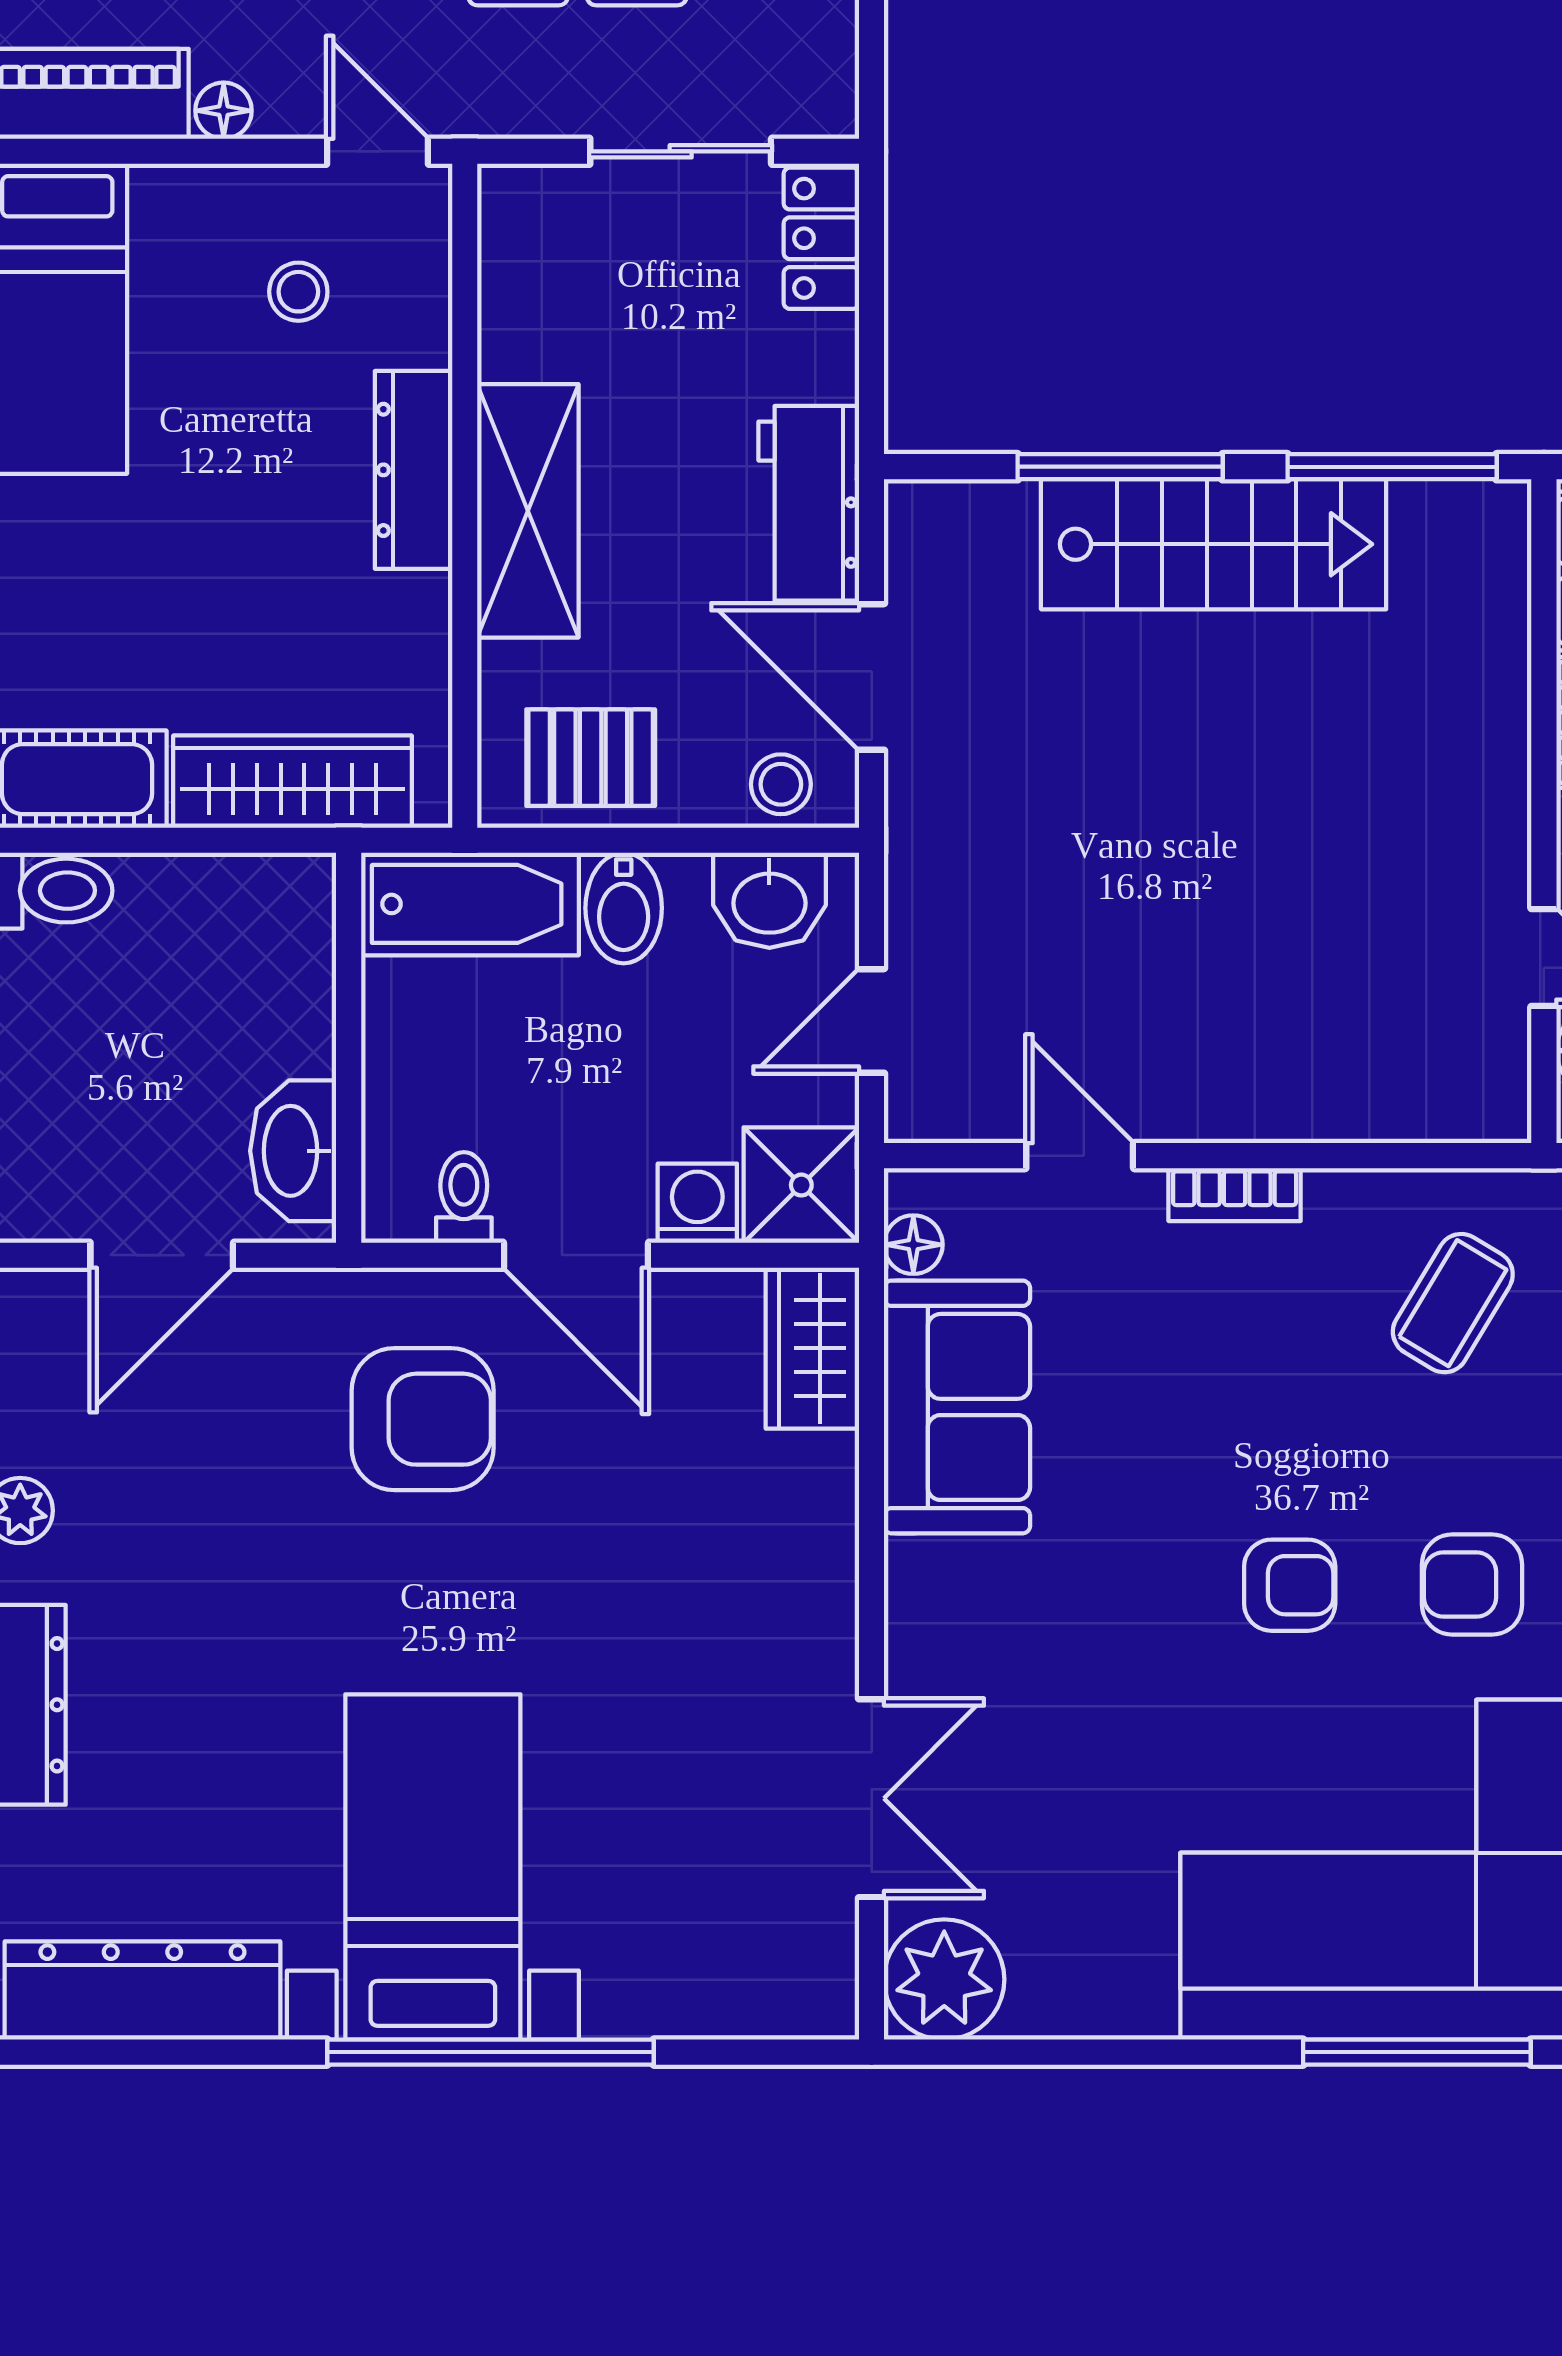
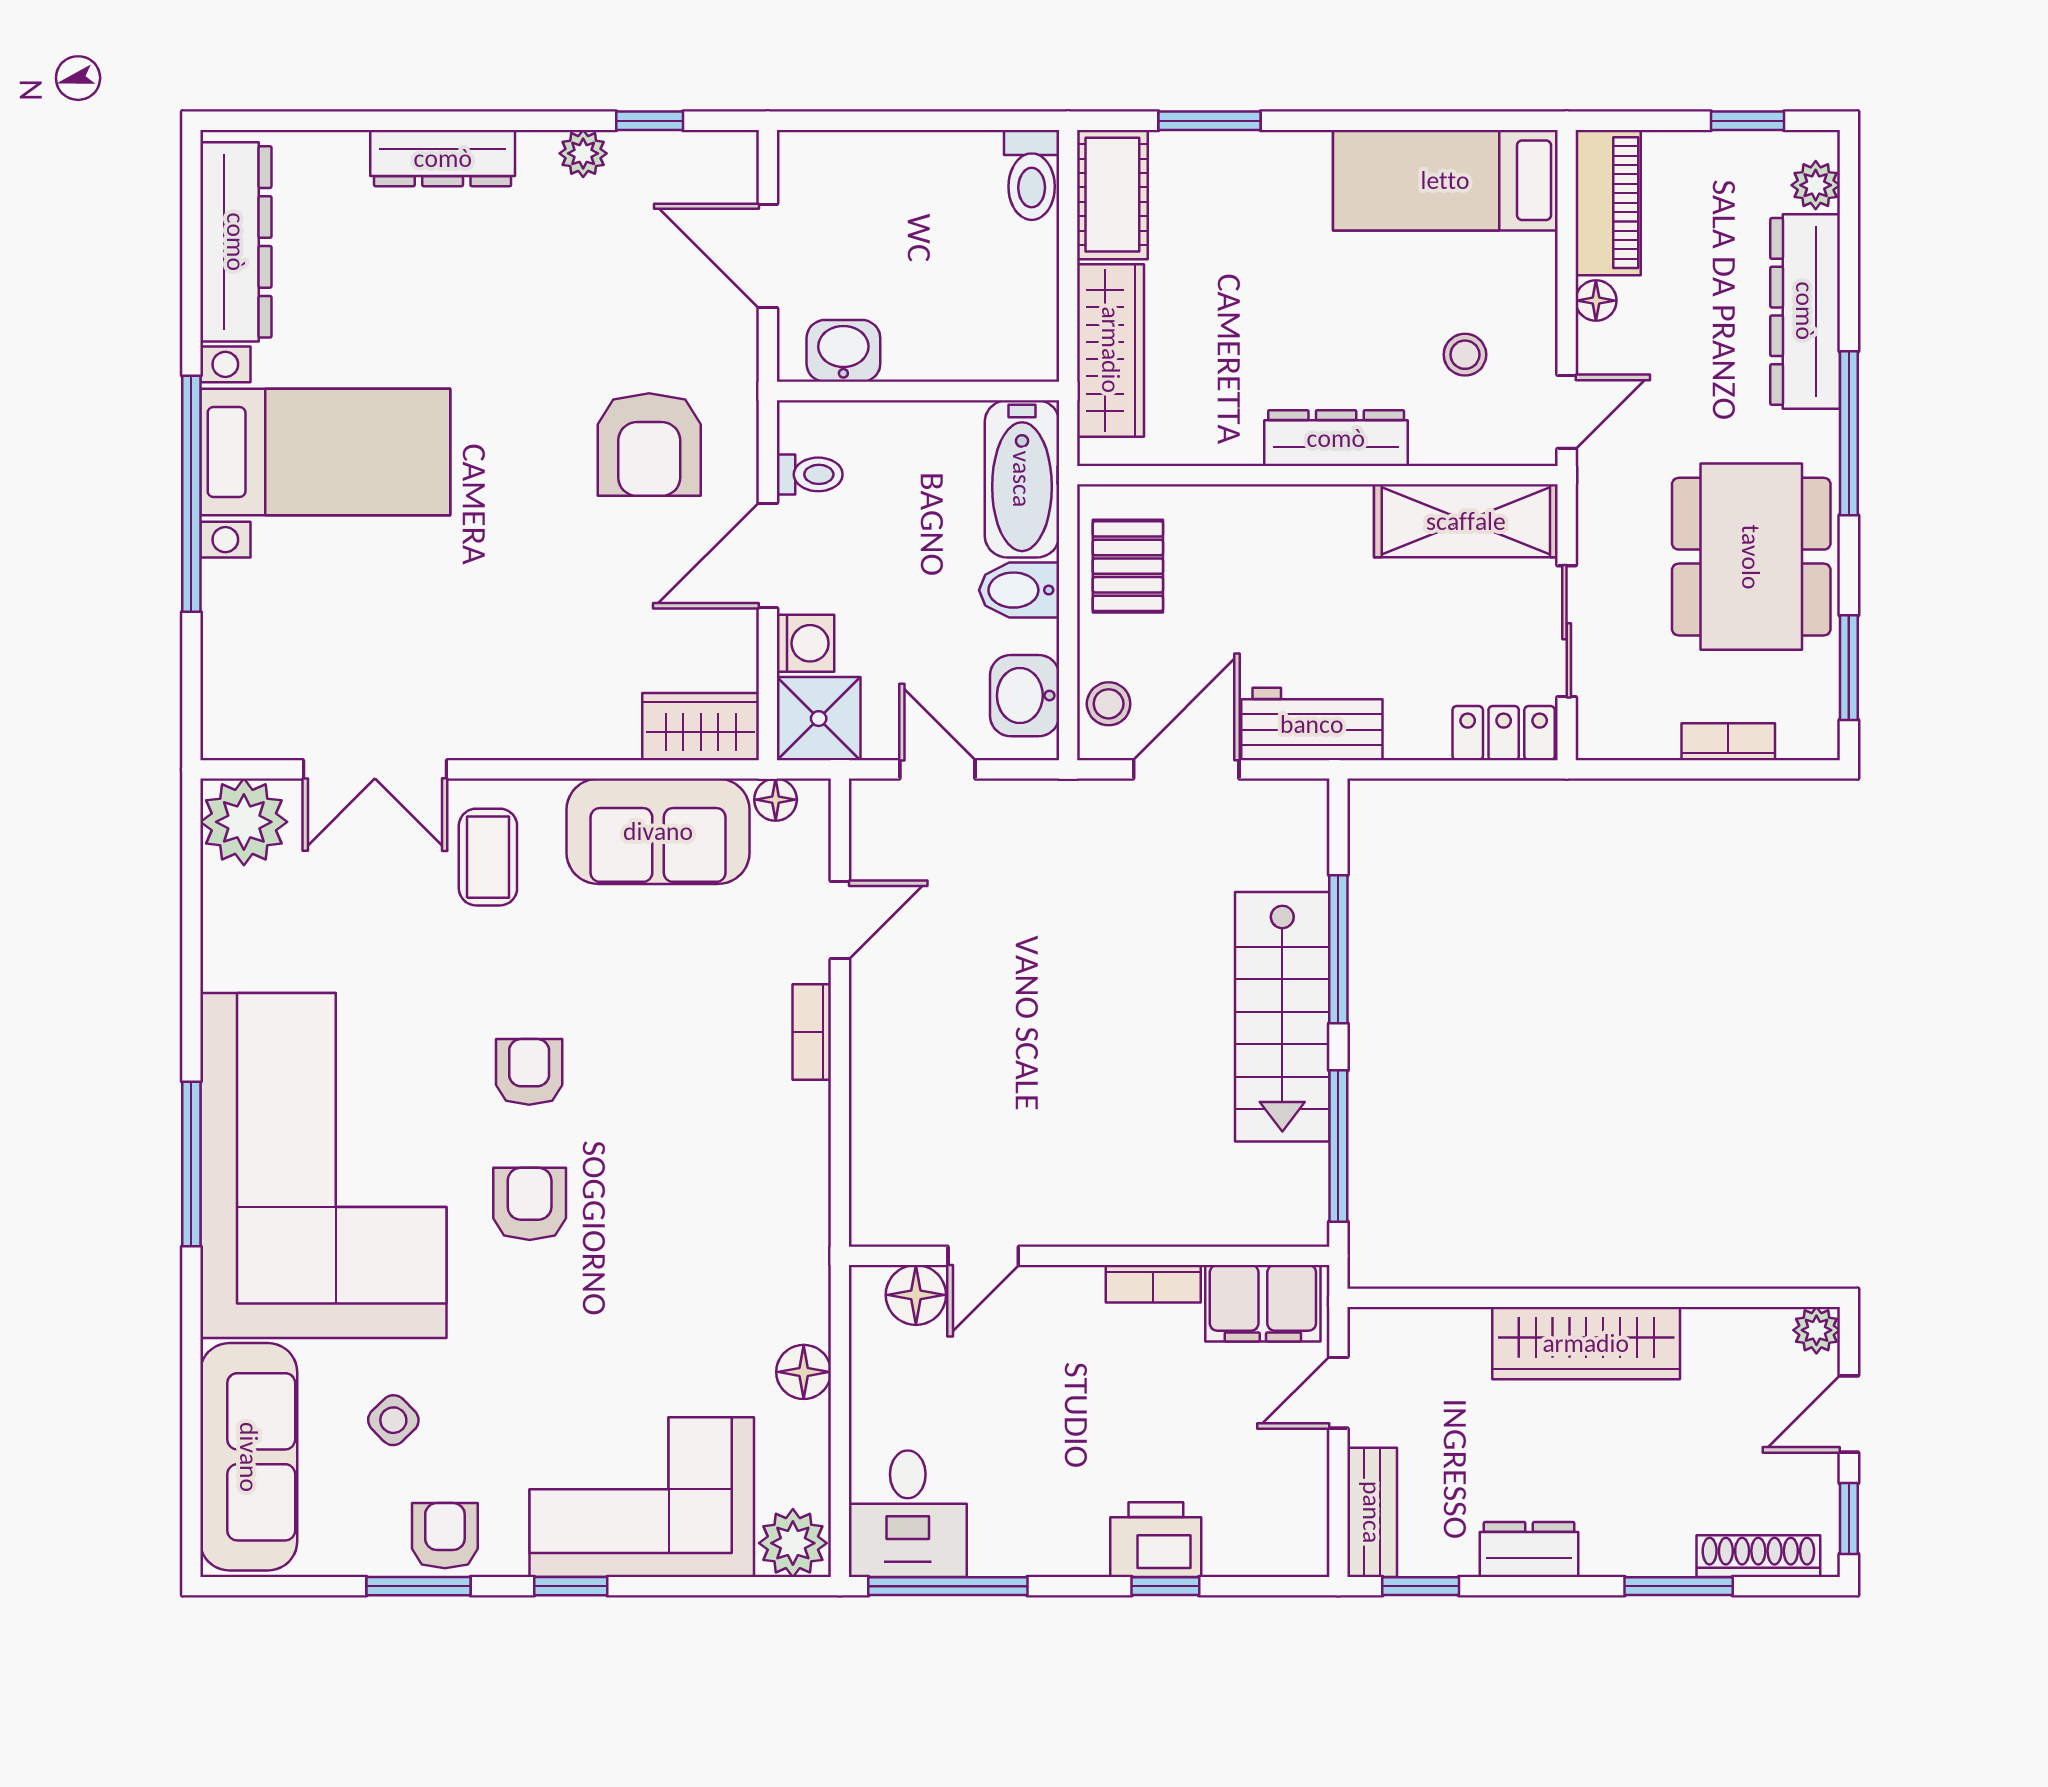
shelving: (528, 511) -> (1466, 521), moved
washbasin: (293, 1151) -> (843, 351), width x0.72
coffee table: (1453, 1303) -> (488, 857), moved, turned 59
armchair: (1290, 1585) -> (529, 1072), turned 180

